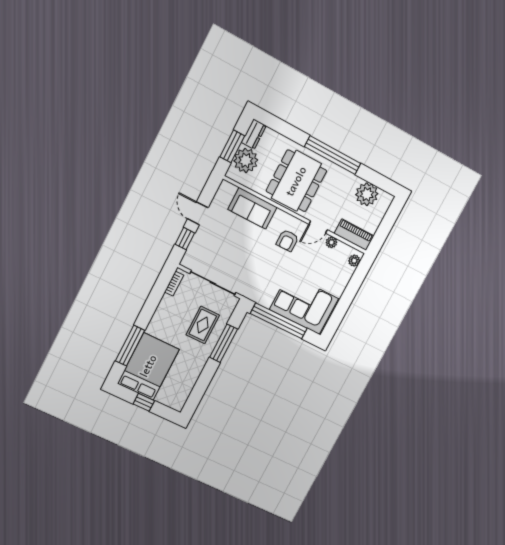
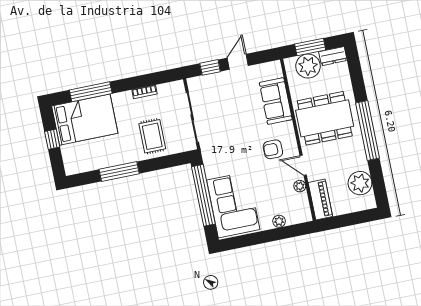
plant: (354, 261) -> (279, 221), moved
bookcase: (174, 284) -> (145, 92), moved
rug: (203, 325) -> (152, 136), turned 90
window: (224, 343) -> (119, 171), moved

